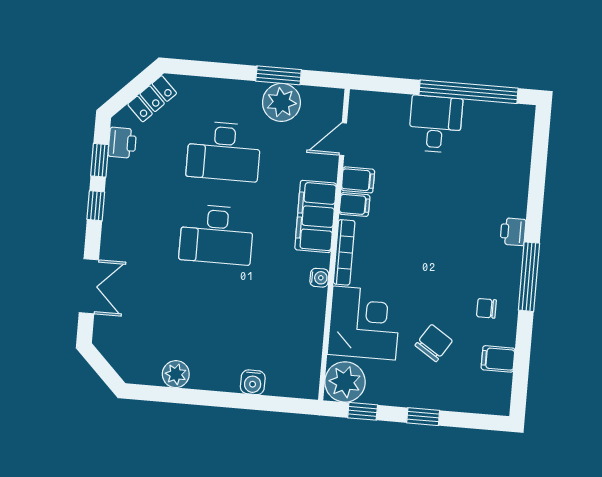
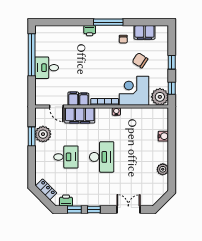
desk: (224, 151) -> (66, 157), width x0.73
filing cabinet: (316, 216) -> (80, 115), moved
filing cabinet: (498, 359) -> (144, 32), width x2.00

